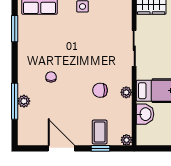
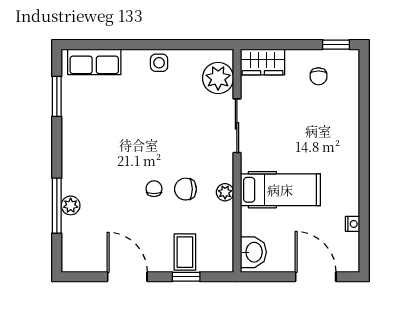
chair: (51, 77) -> (154, 189), moved
washbasin: (145, 114) -> (253, 252), moved
plant: (126, 140) -> (218, 78), moved, width x1.87, depth x1.87

